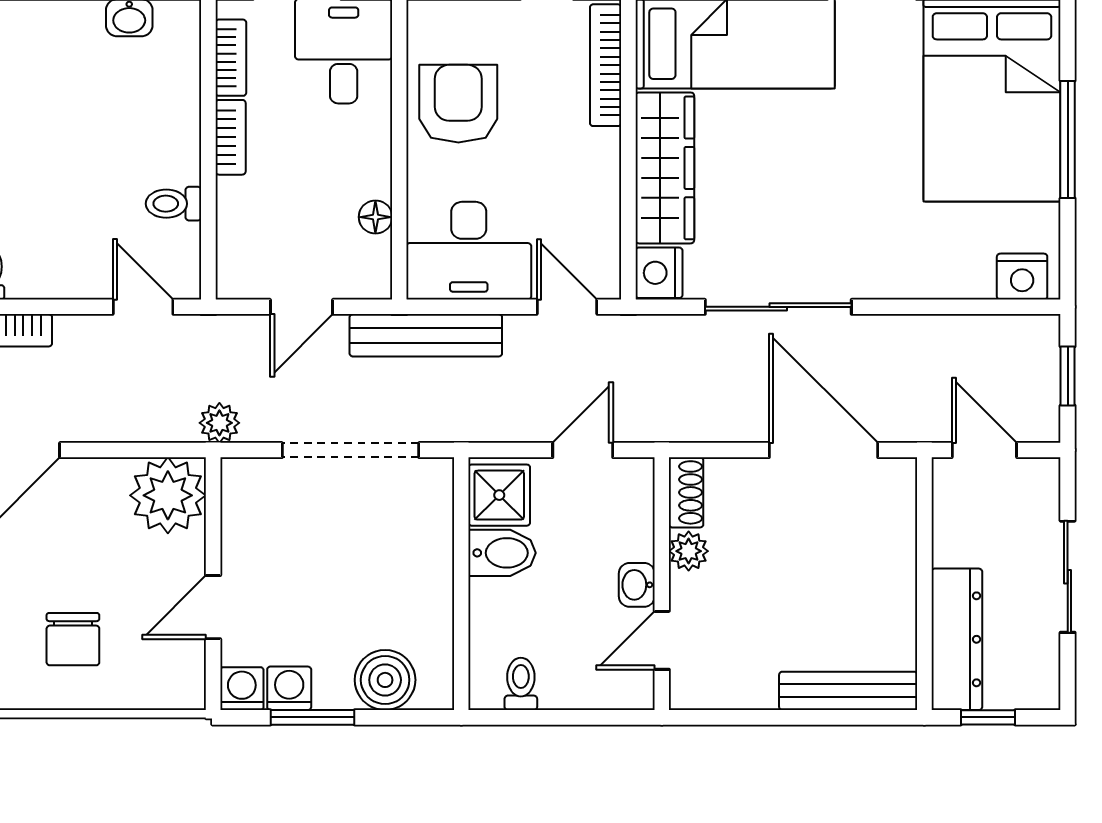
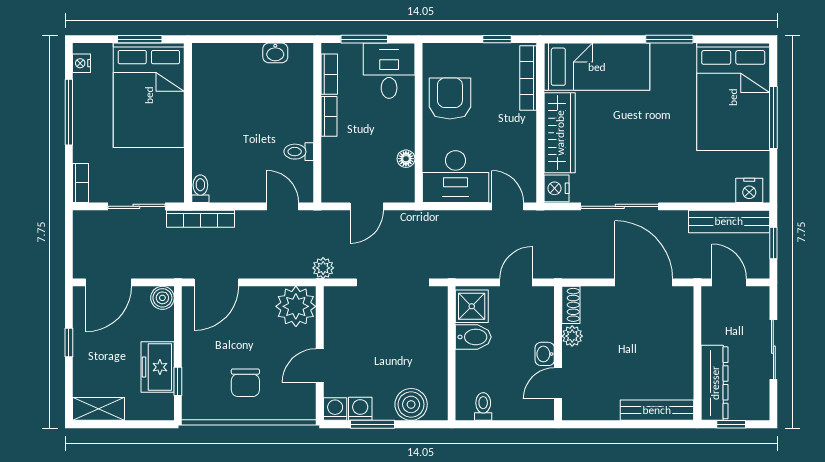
bench: (426, 335) -> (729, 221), moved

